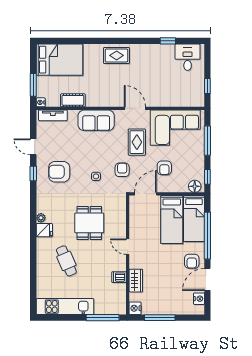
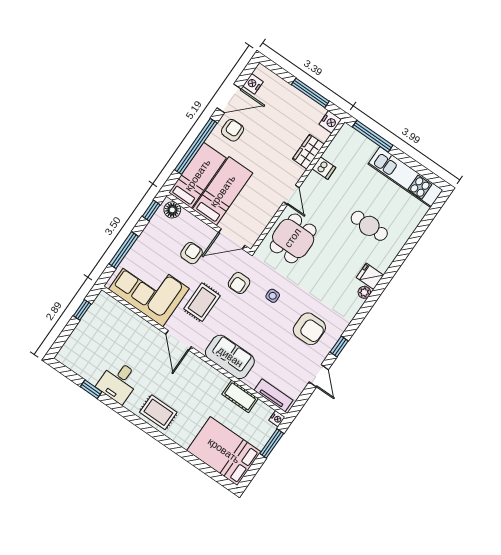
desk: (188, 57) -> (118, 382), moved
dining table: (89, 223) -> (293, 238), moved
cafe table: (66, 261) -> (369, 226), turned -67

